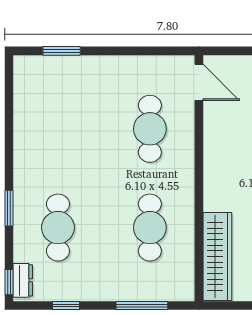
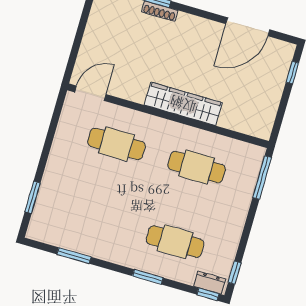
window: (9, 117) -> (74, 256), added
wardrobe: (217, 256) -> (183, 104), moved
window: (66, 305) -> (235, 273), moved
window: (142, 305) -> (262, 178), moved

